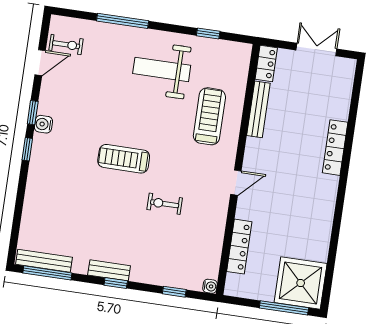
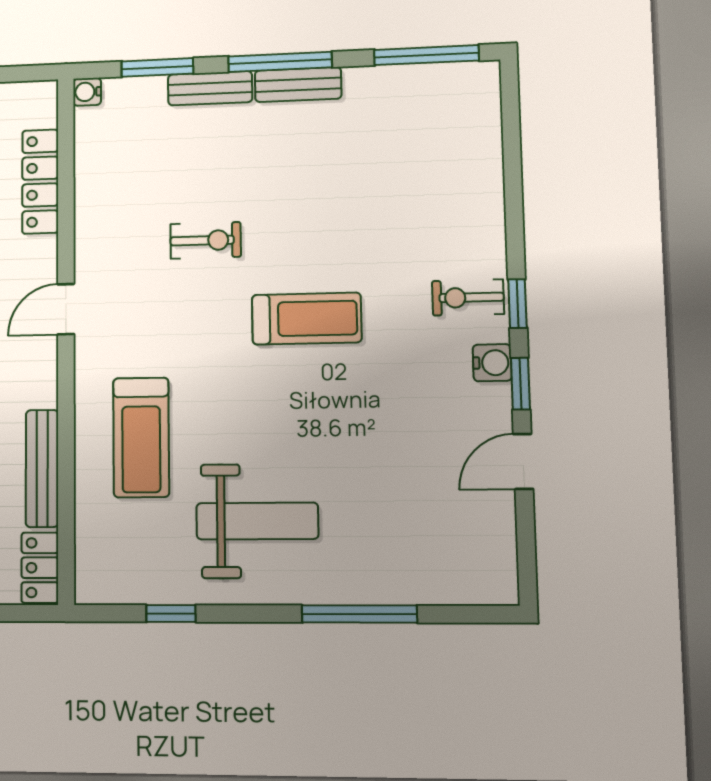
exercise bike: (66, 45) -> (468, 298), moved
door: (40, 63) -> (523, 461), moved
bench: (44, 261) -> (210, 88), moved, width x0.73
window: (116, 283) -> (280, 62), width x2.17
window: (174, 292) -> (157, 67), width x1.50

